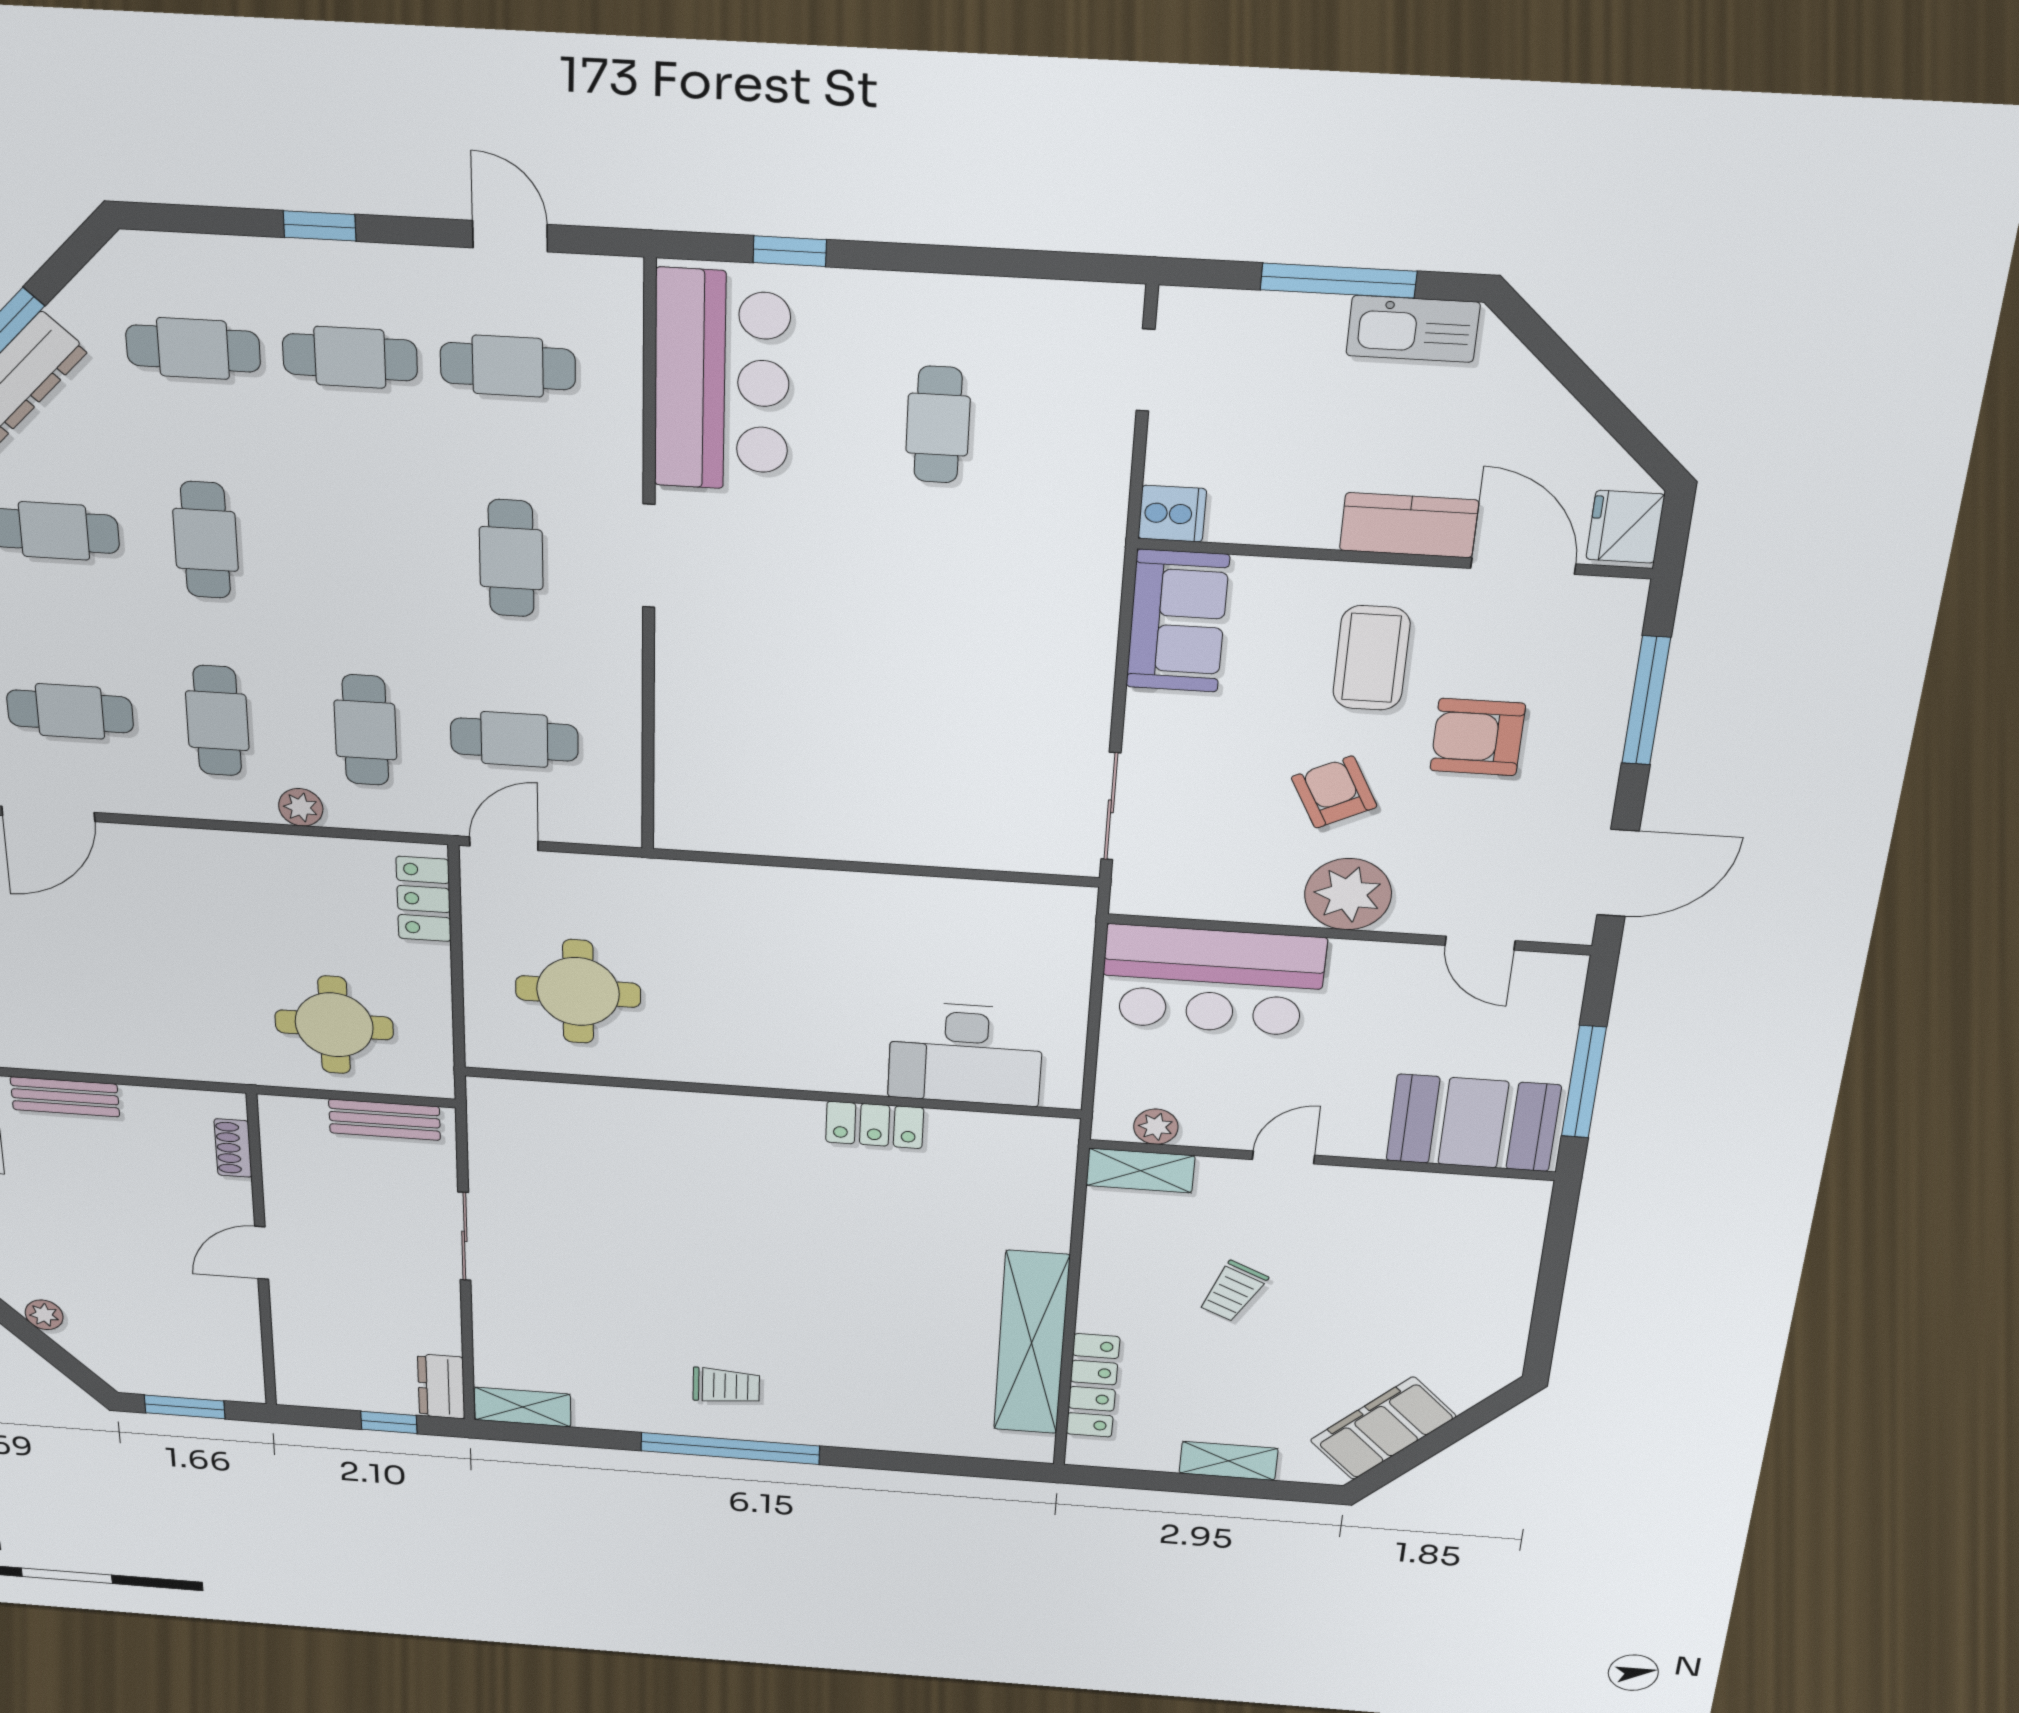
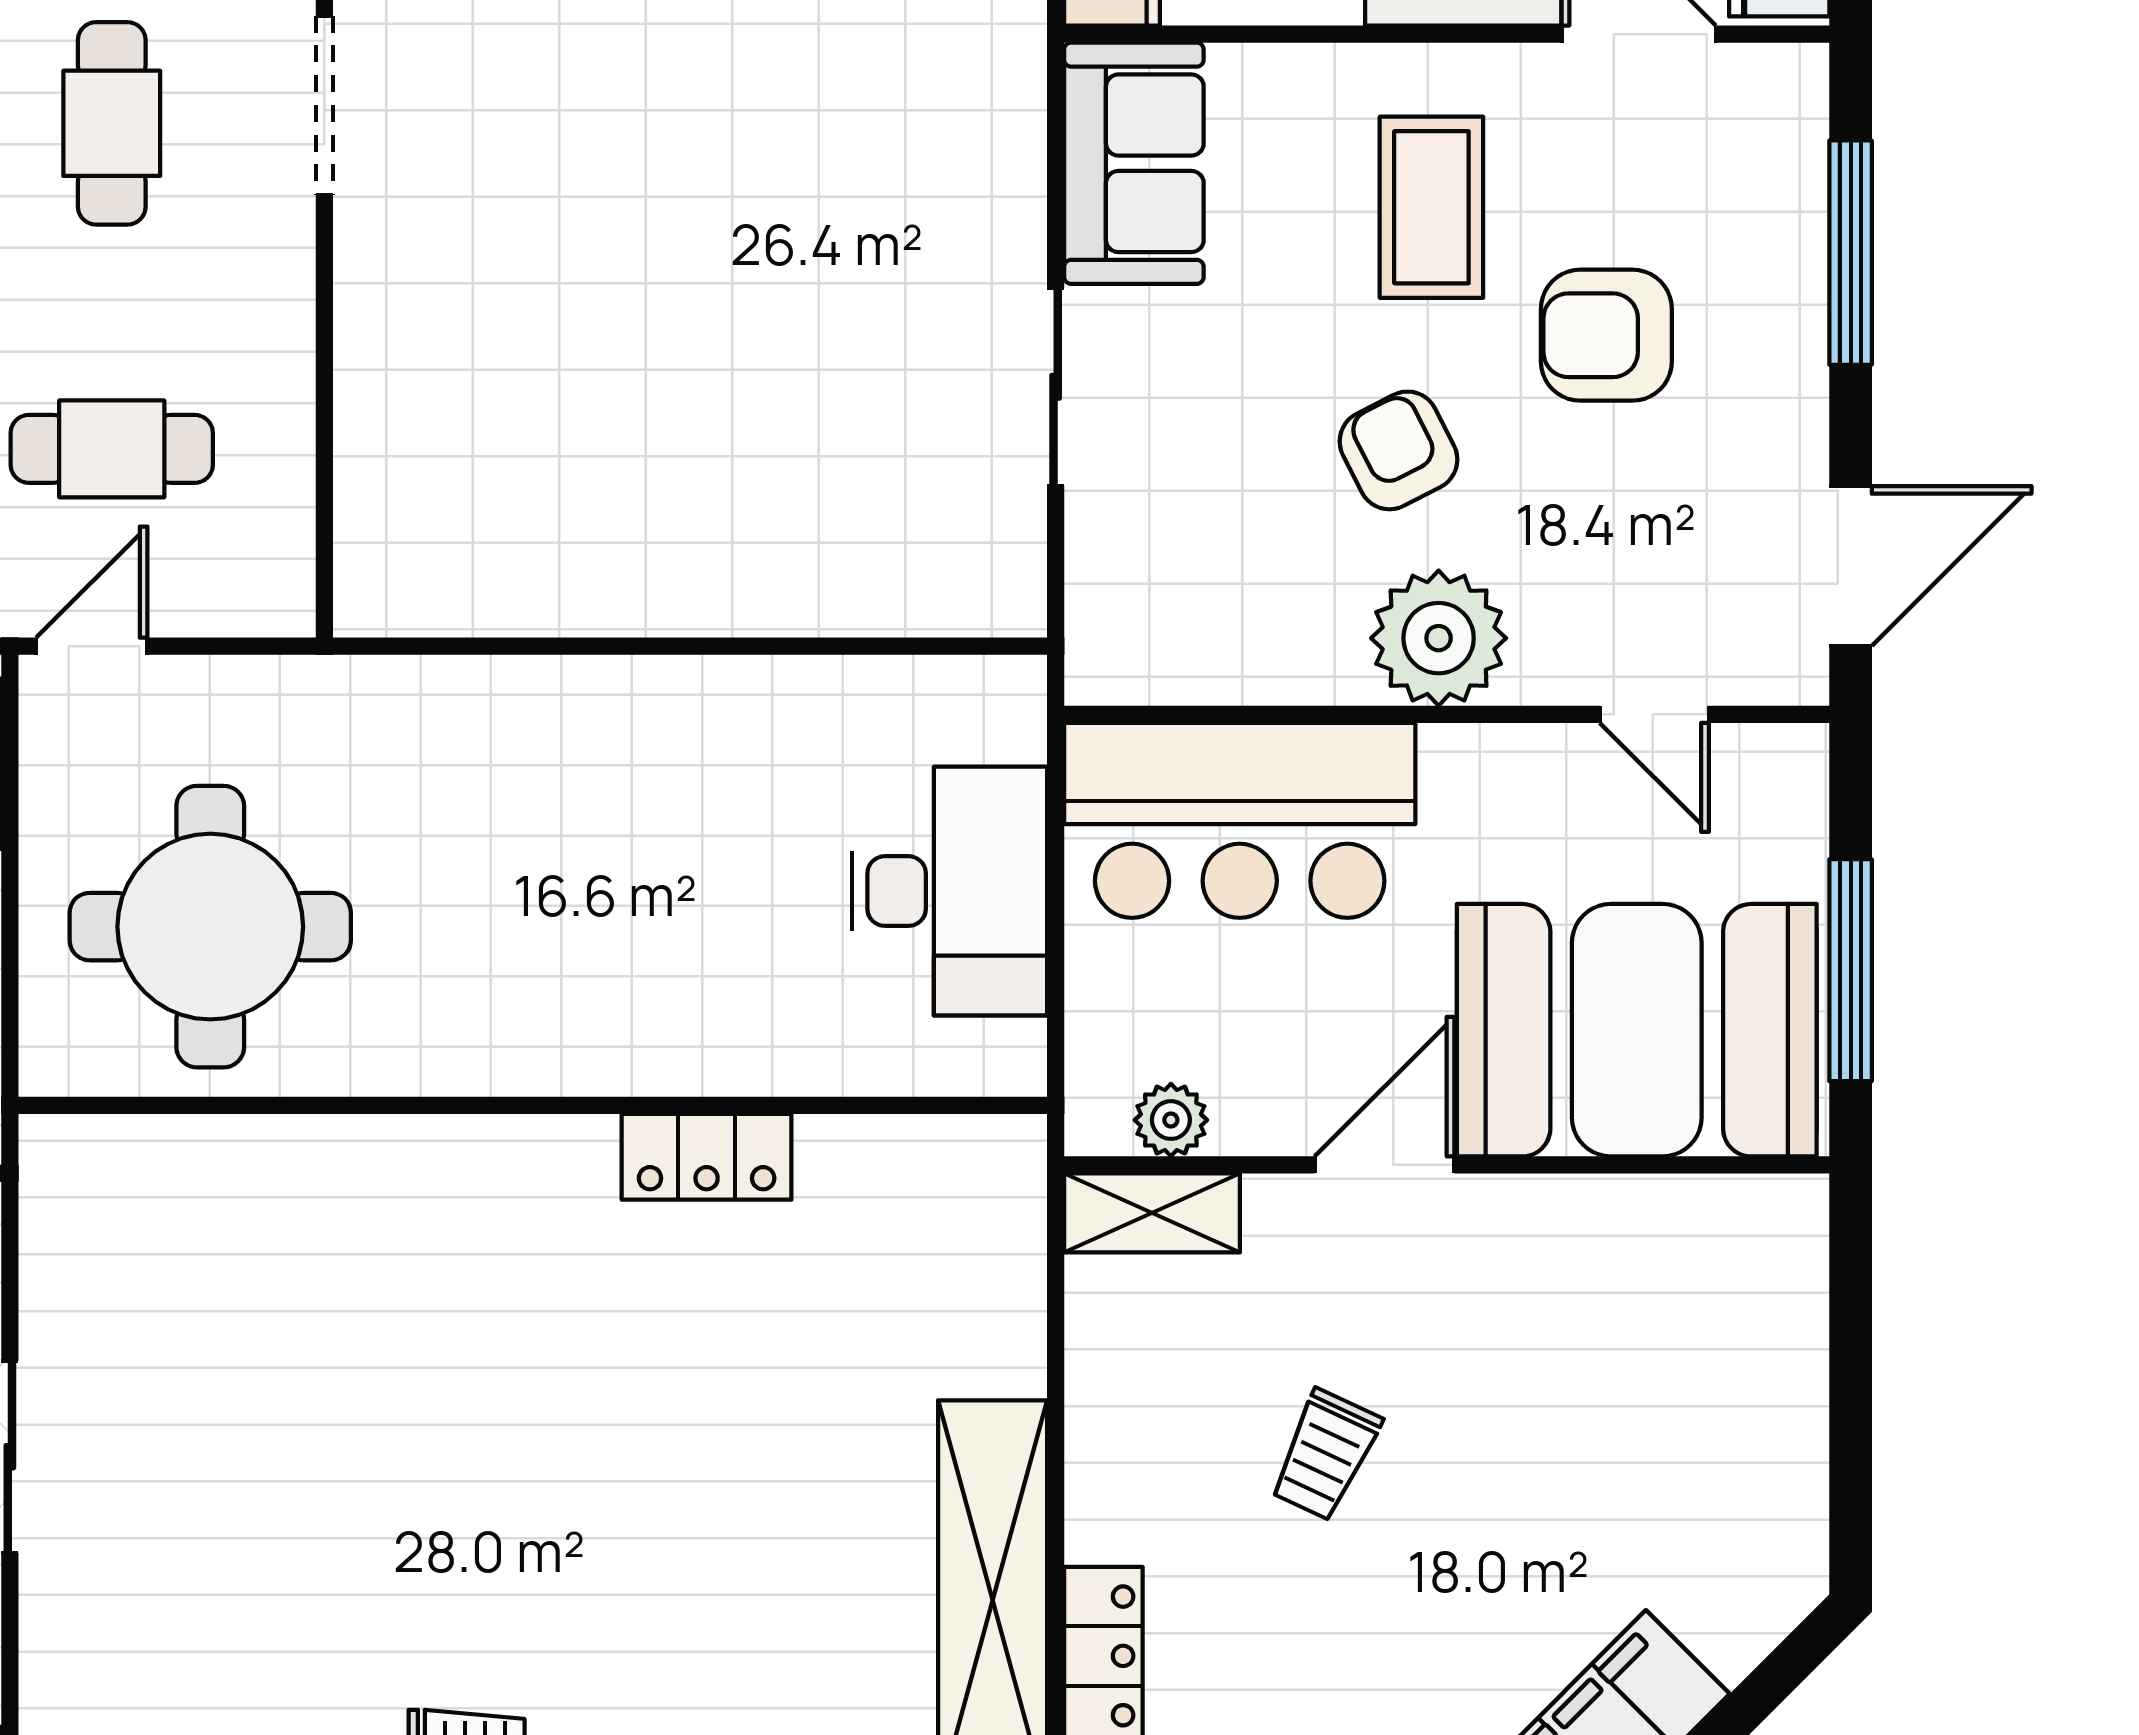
sliding door: (1111, 806) -> (1056, 387), moved
round table: (578, 992) -> (210, 927), width x1.36, depth x1.36
desk: (966, 1054) -> (949, 891), moved, turned -90
booth: (1473, 1123) -> (1637, 1030), width x1.36, depth x1.42
door: (1283, 1157) -> (1385, 1165), width x1.38

